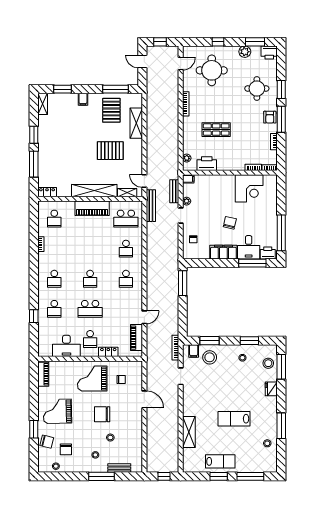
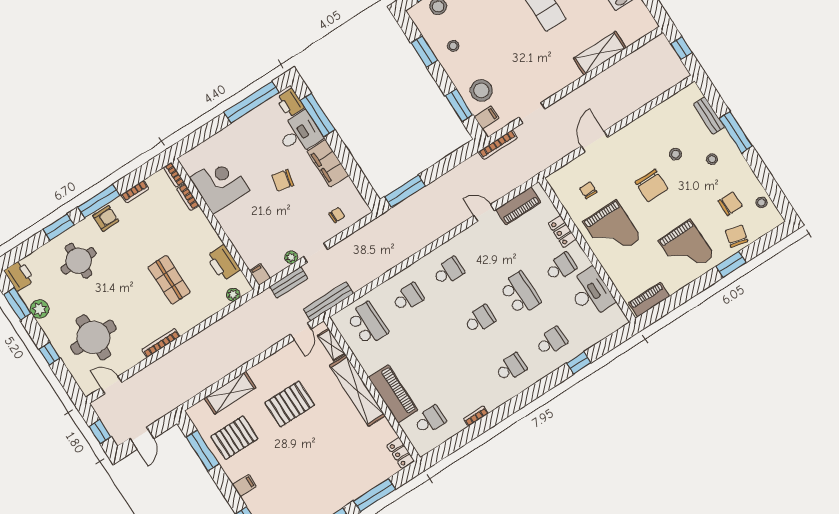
pallet: (110, 151) -> (290, 404), turned 90
piano: (92, 208) -> (393, 394), moved

